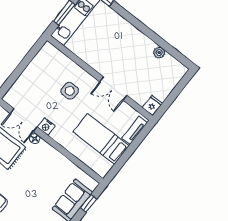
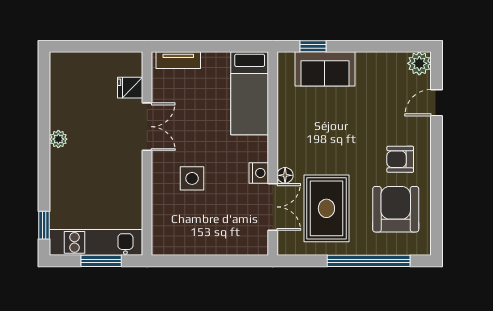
plant: (159, 53) -> (58, 139), moved
fridge: (152, 105) -> (130, 88), moved
bed: (101, 139) -> (250, 93), moved

